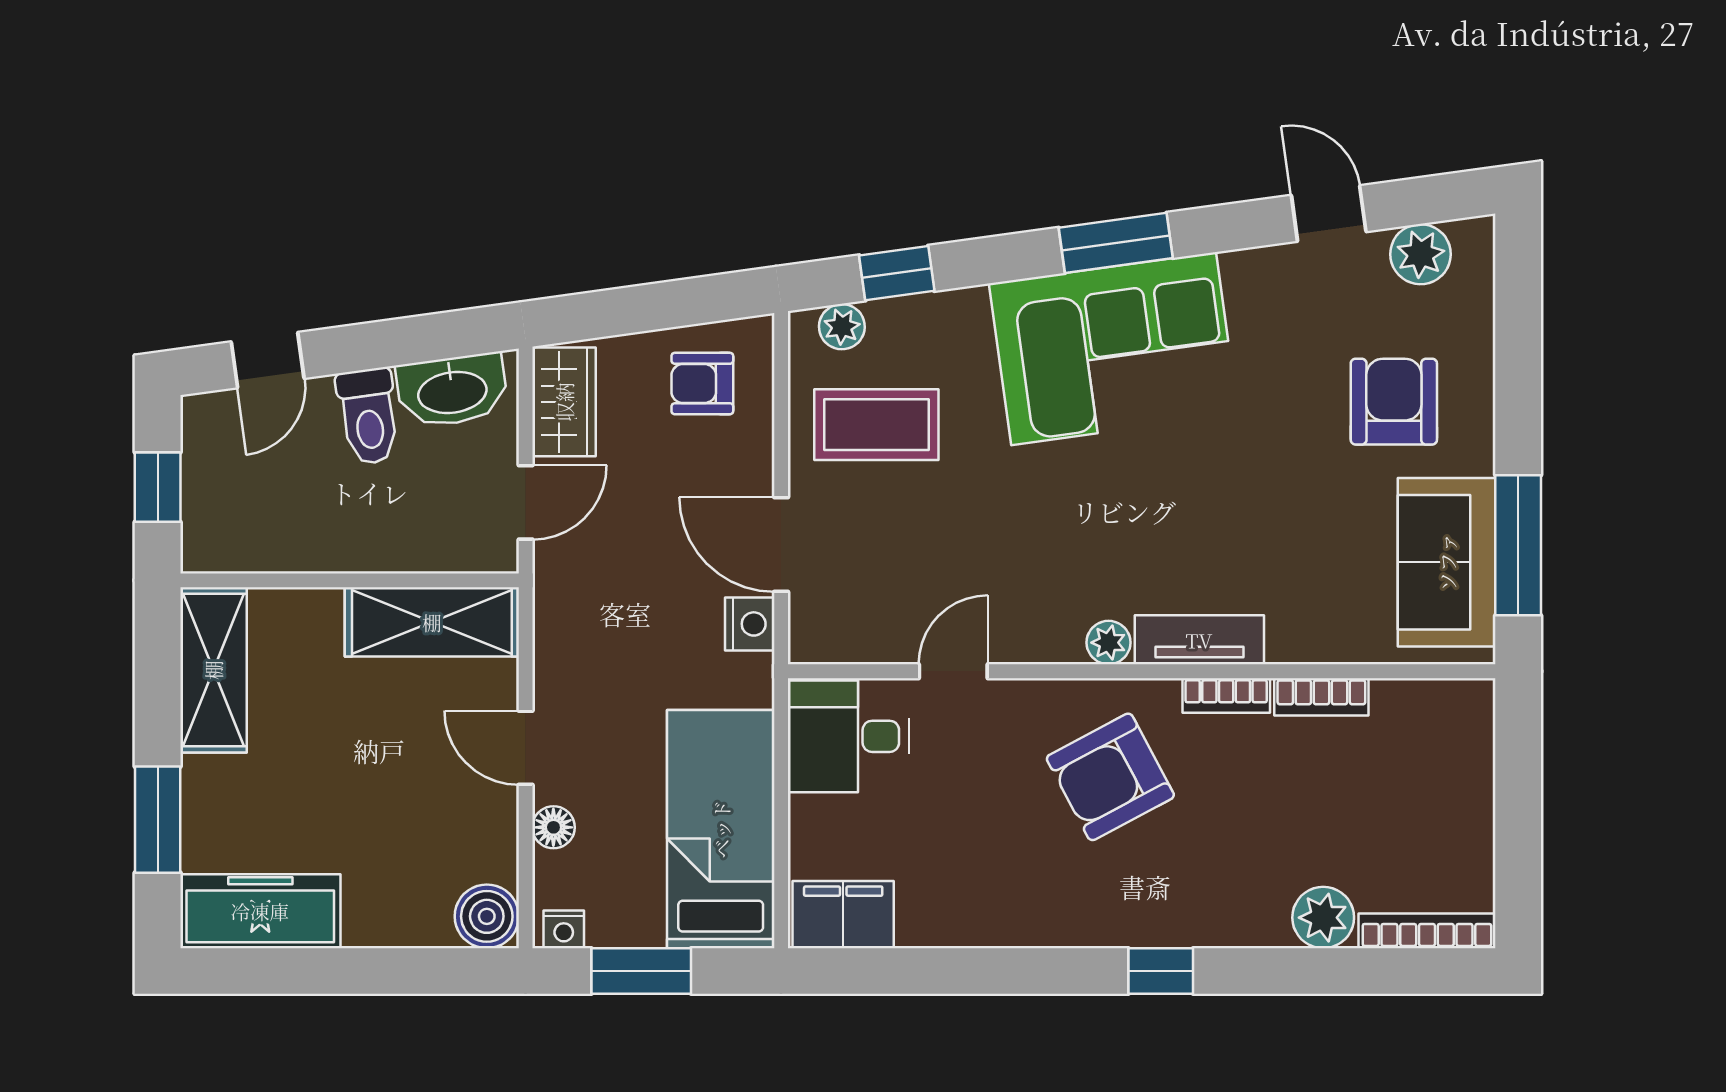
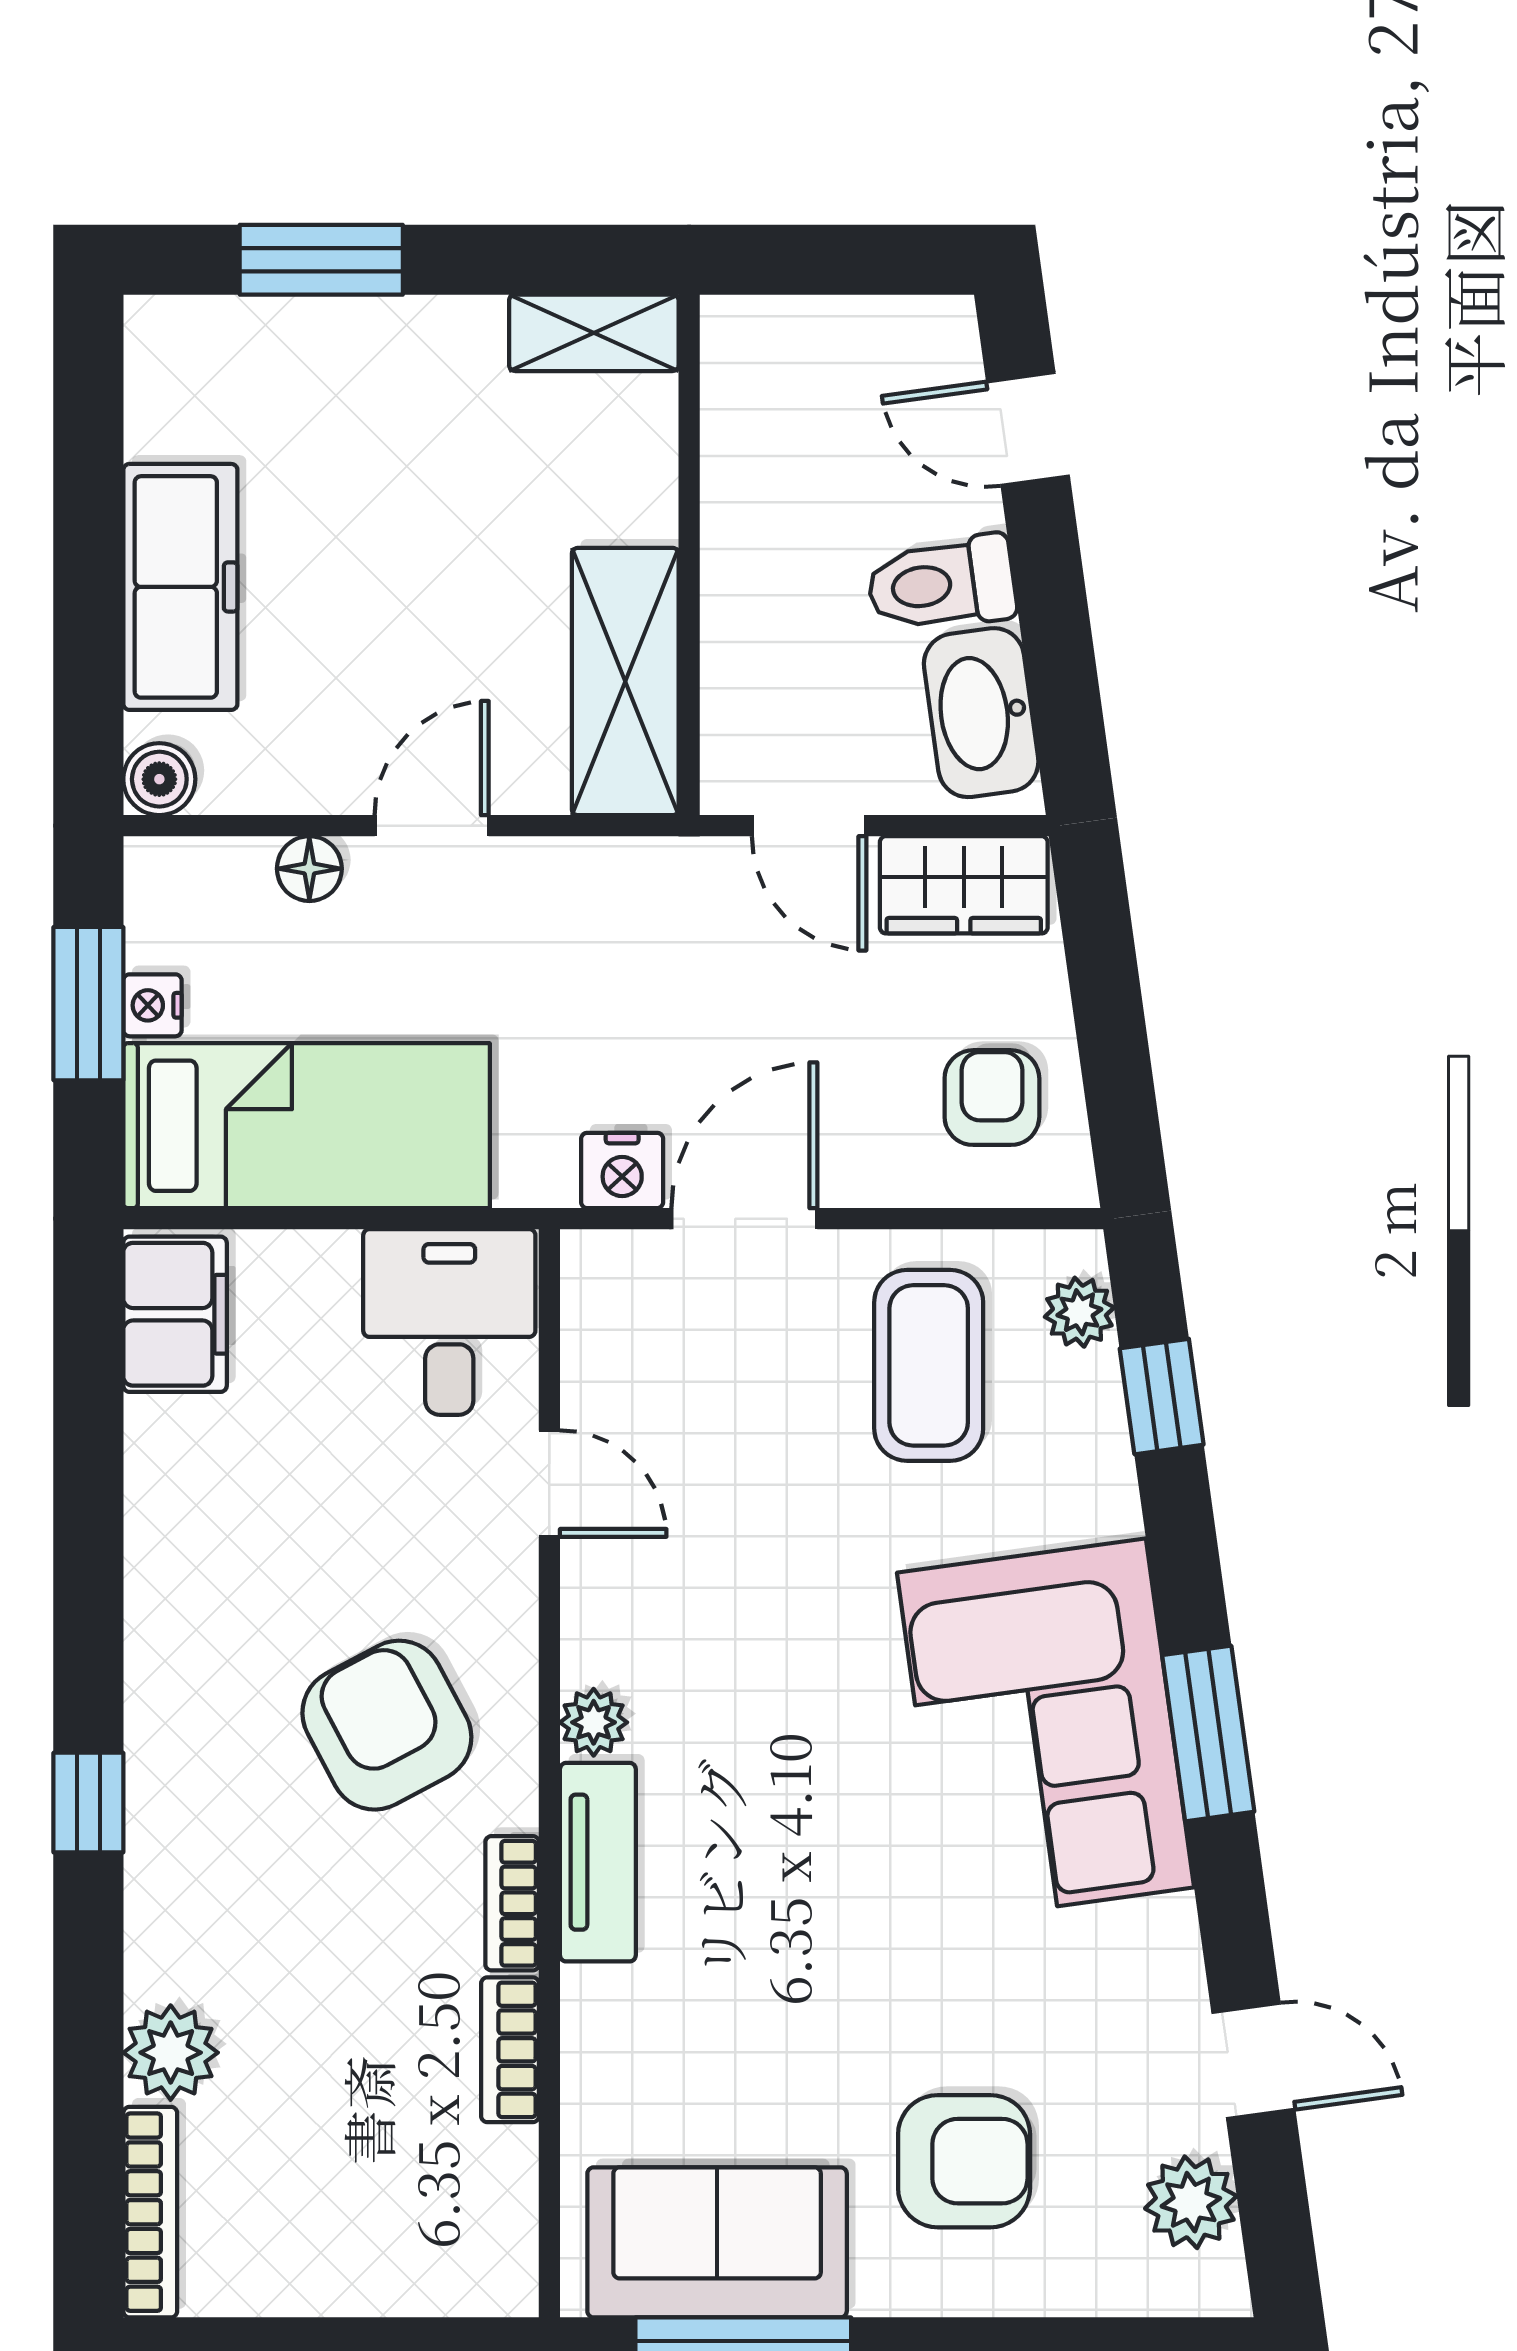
door: (1329, 214) -> (1253, 2061), hinge flipped
window: (158, 487) -> (833, 260), removed
shelving: (213, 670) -> (594, 333), width x0.67, depth x0.75
freezer: (260, 911) -> (180, 587), moved
boiler: (487, 916) -> (159, 779), width x0.73, depth x0.73
nightstand: (564, 929) -> (152, 1005), moved

